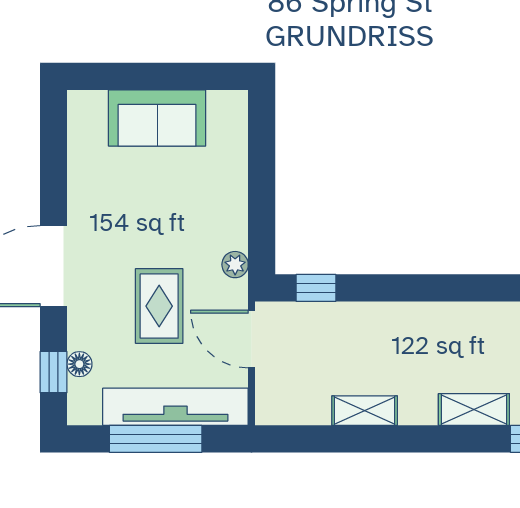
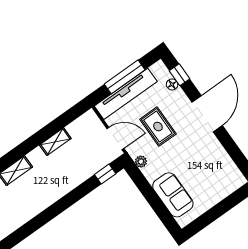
sofa: (157, 118) -> (173, 195), moved, turned 90

